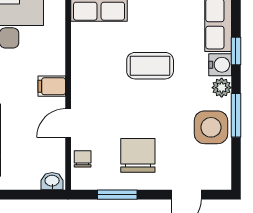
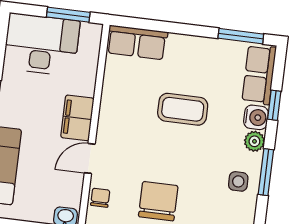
filing cabinet: (52, 86) -> (77, 118), width x2.00
side table: (211, 127) -> (238, 181), width x0.54, depth x0.54

